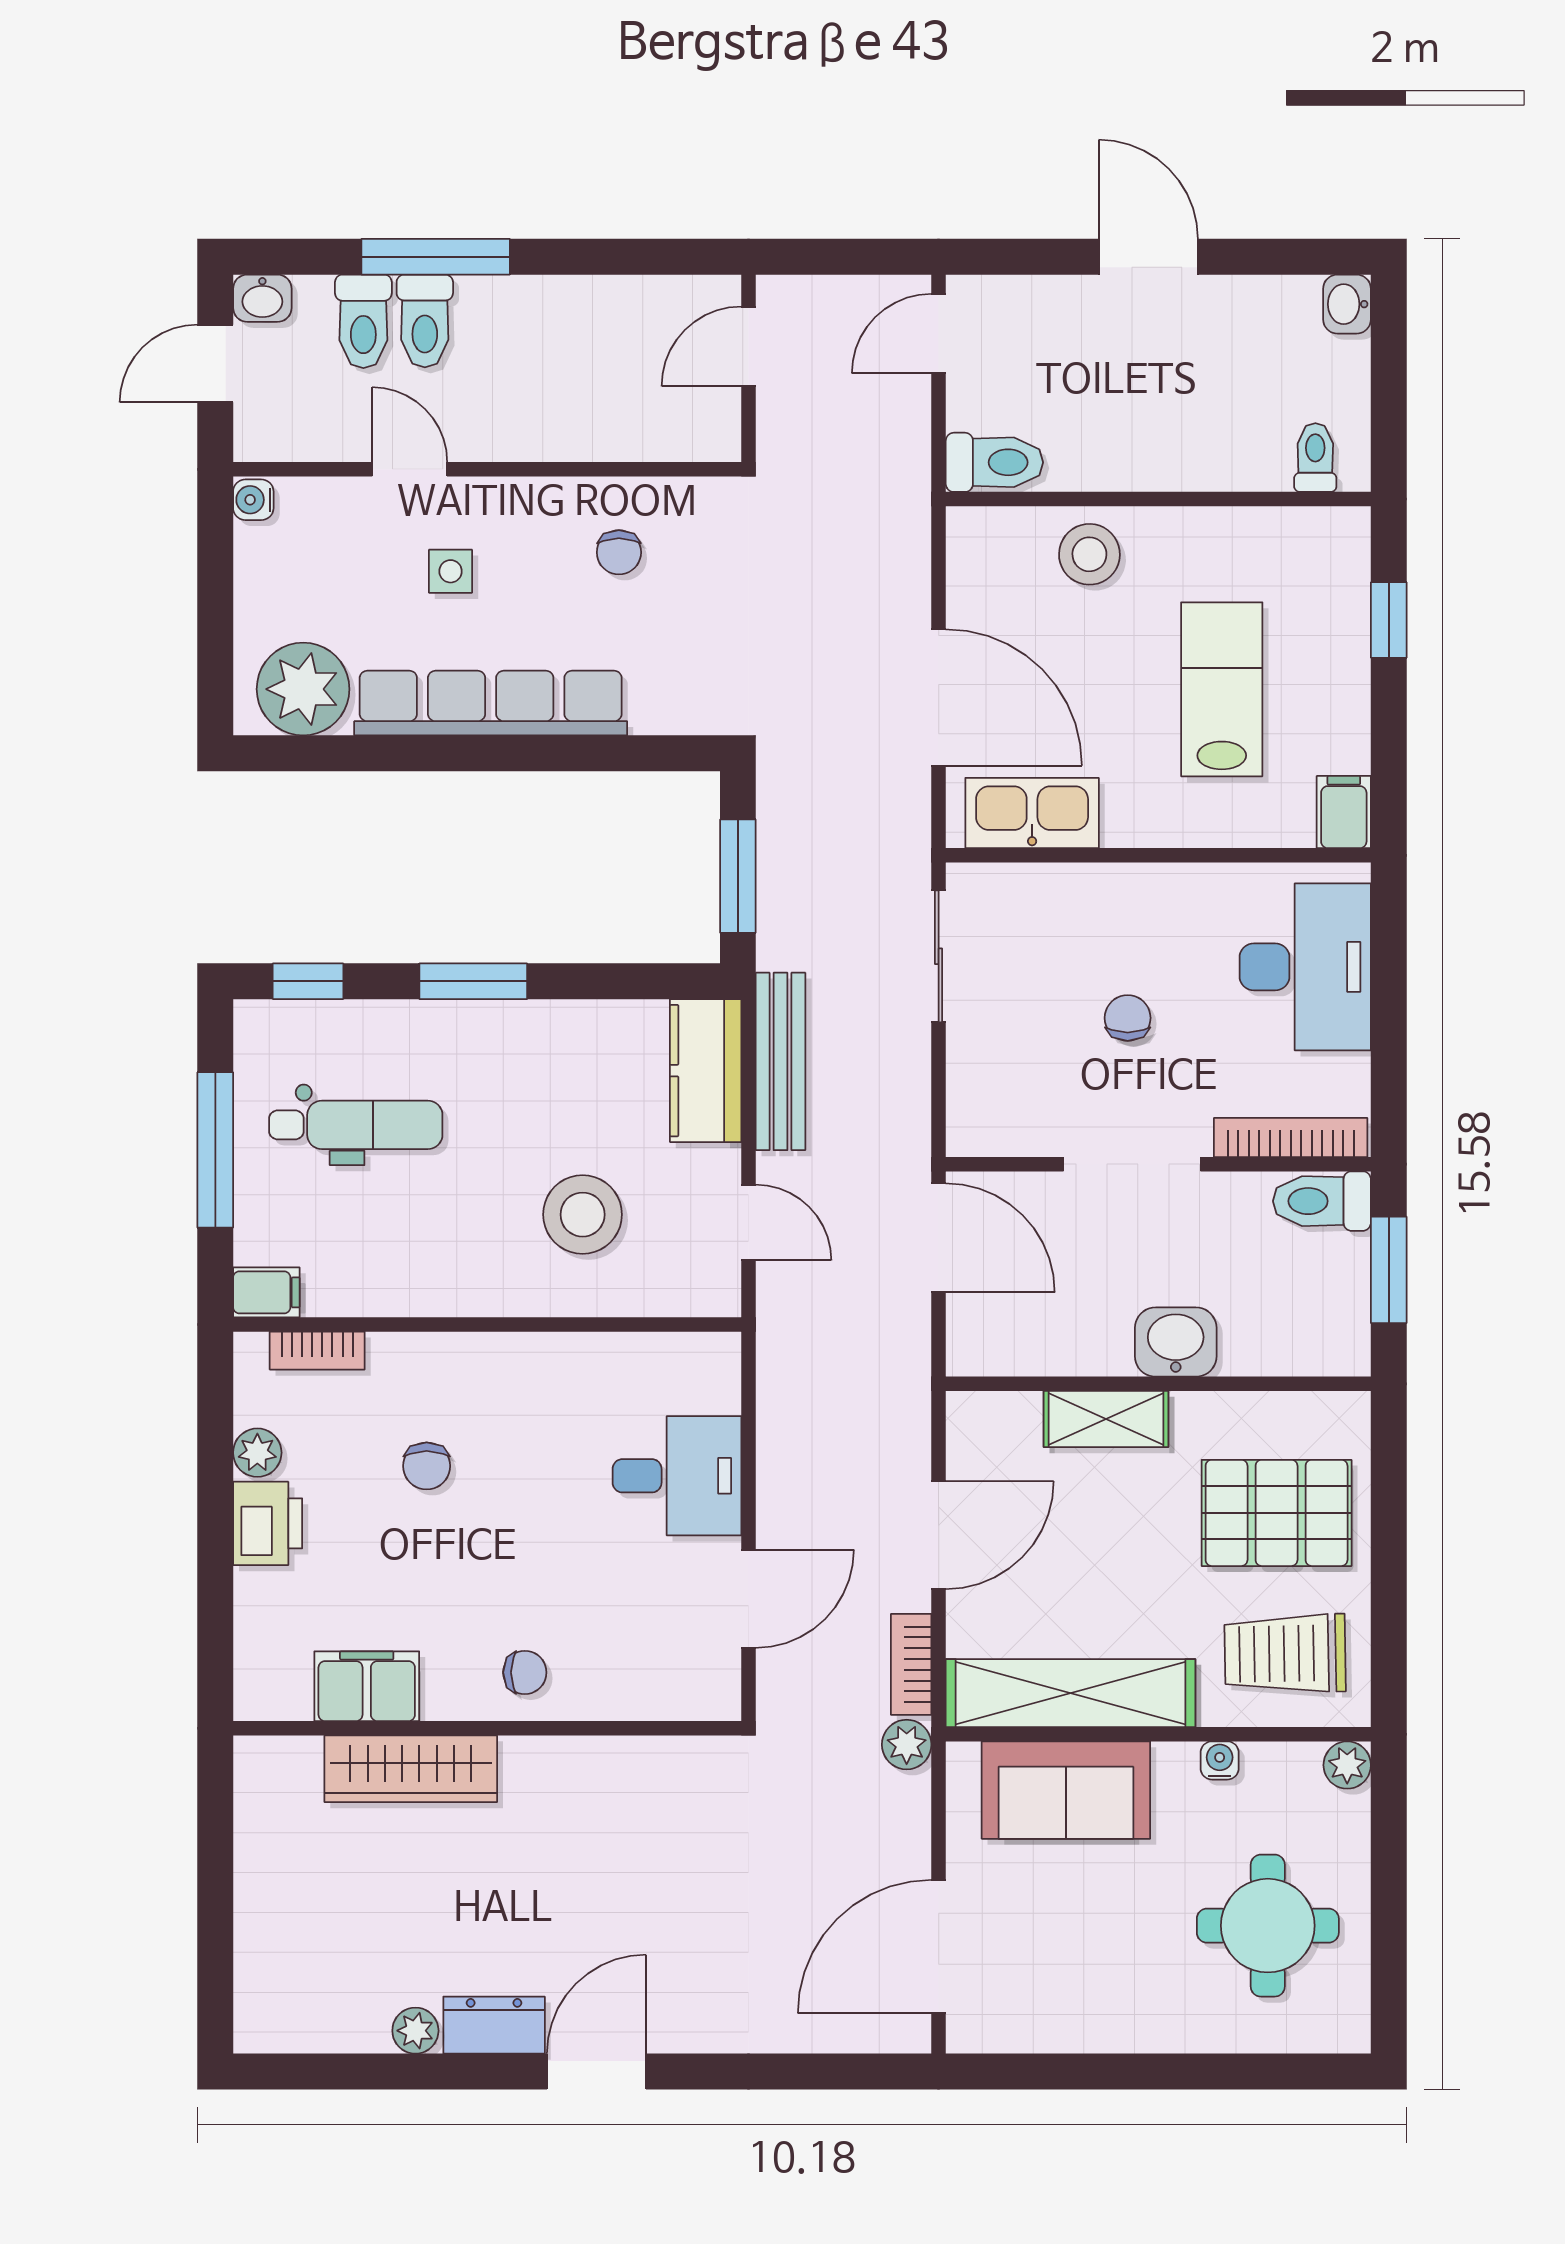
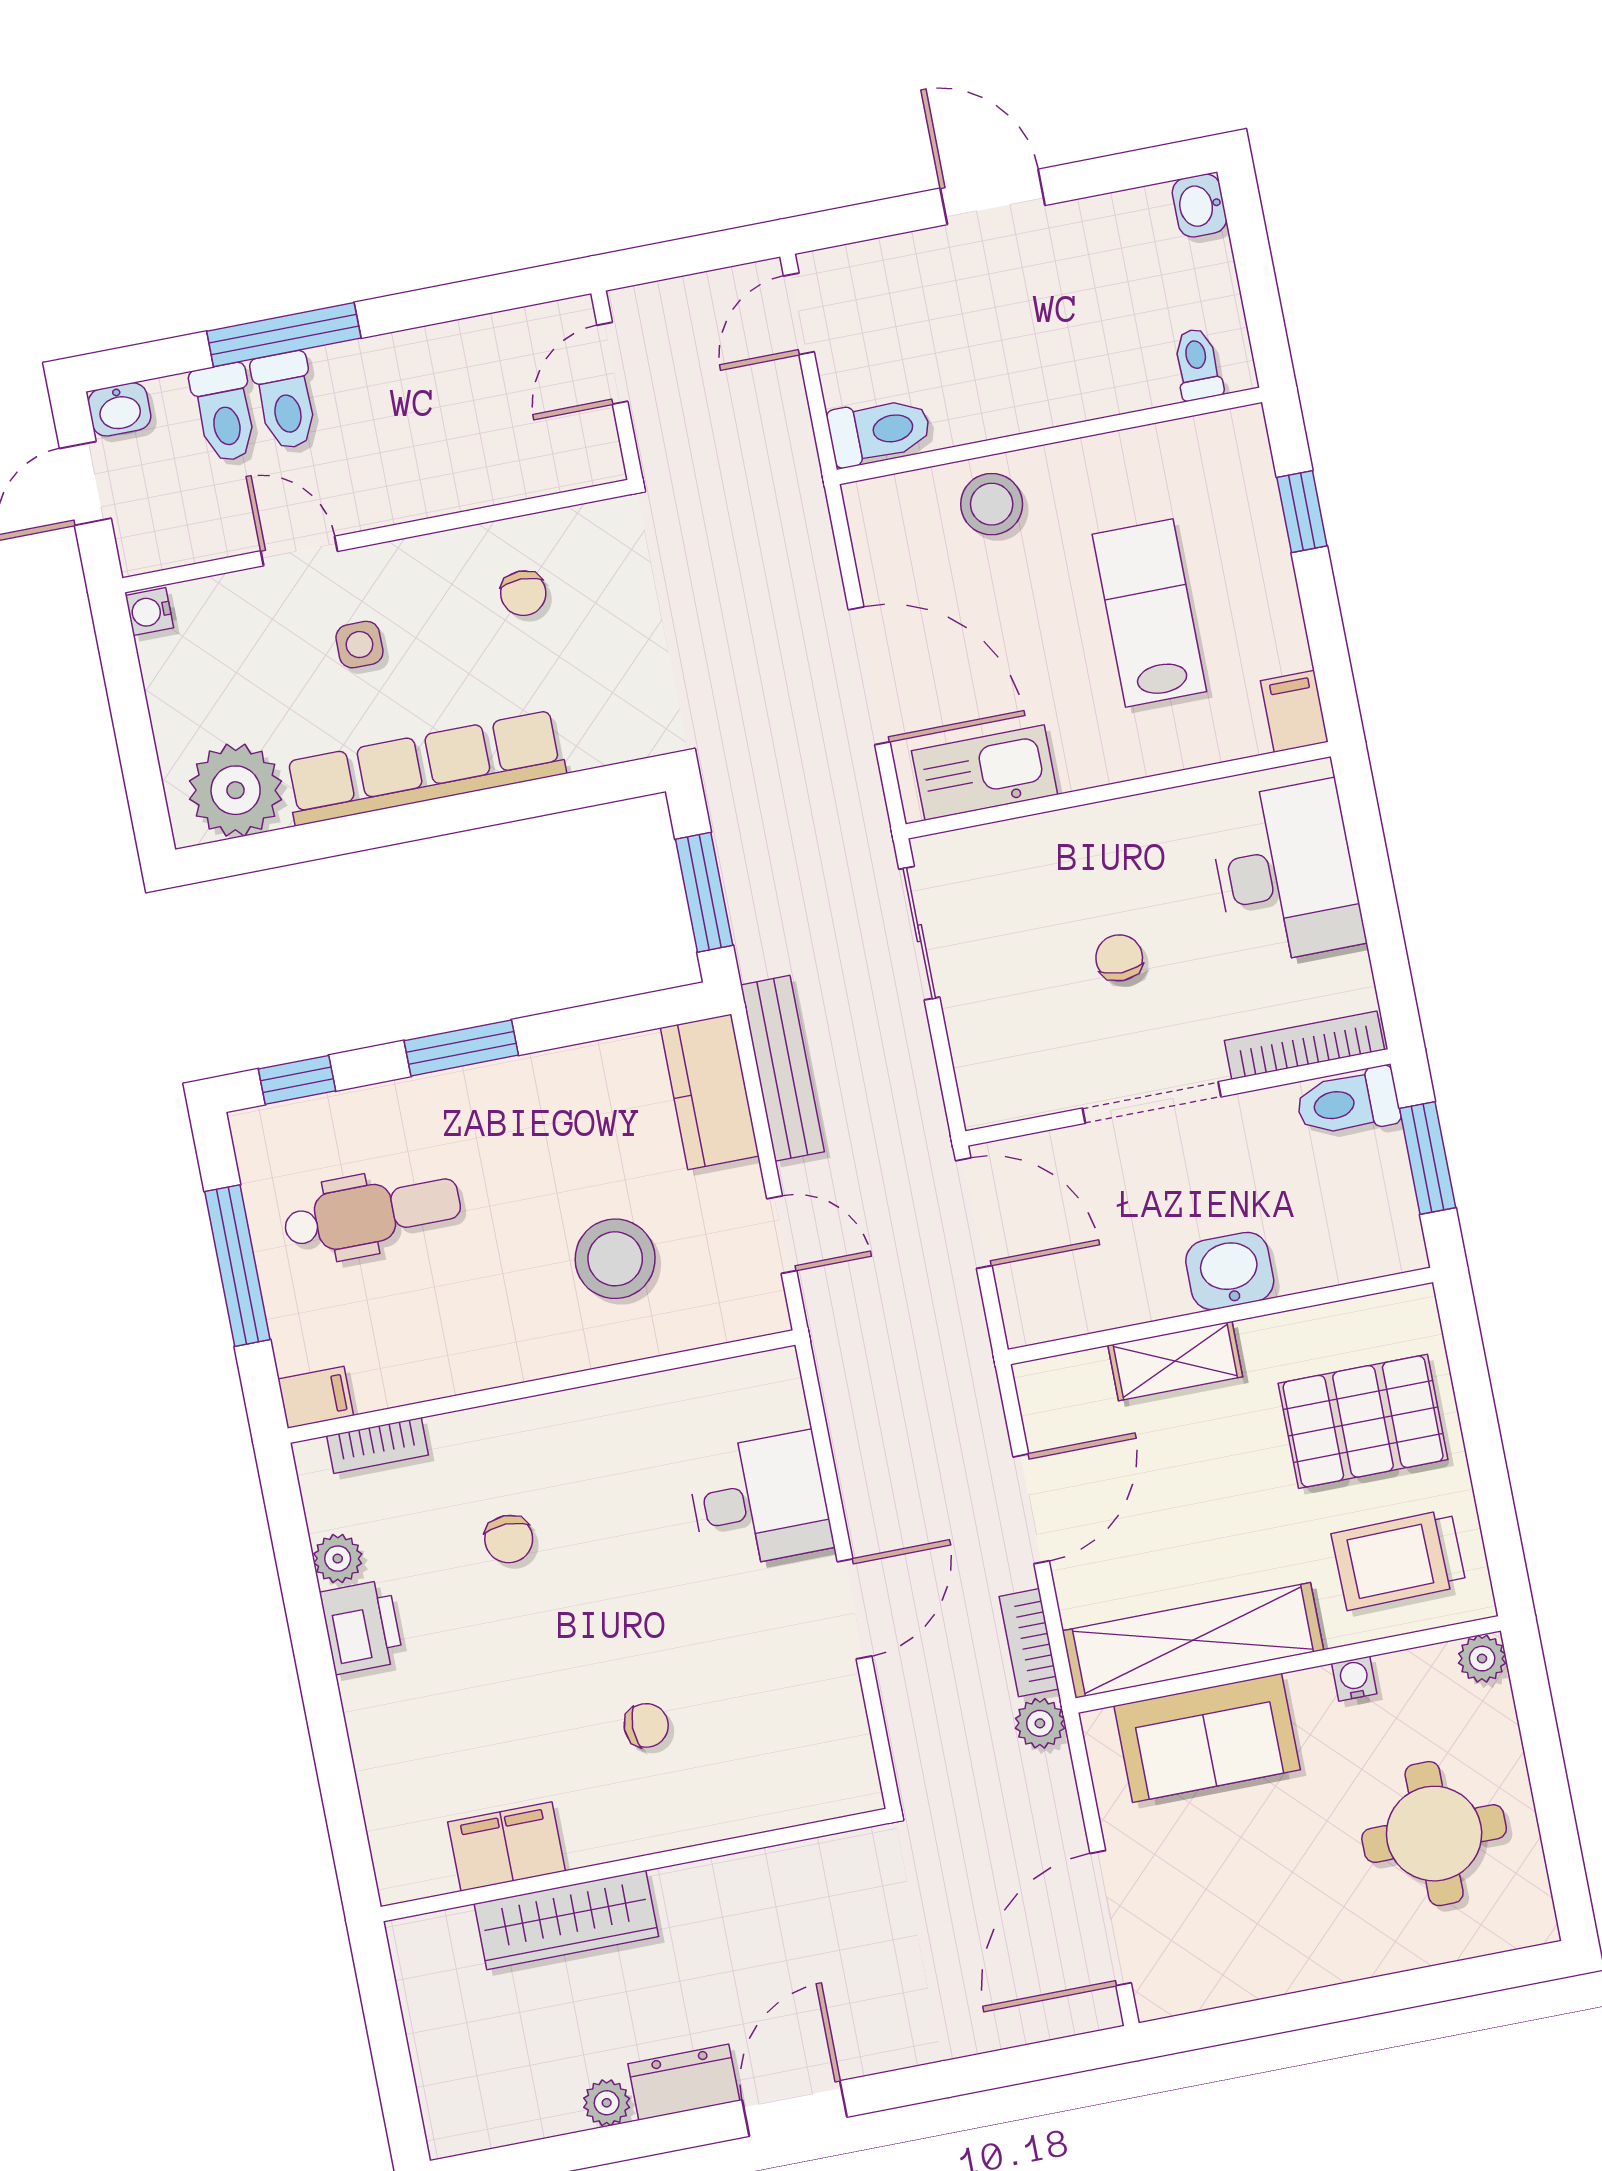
filing cabinet: (367, 1686) -> (507, 1846), moved
wall: (487, 1728) -> (635, 1865), moved
wardrobe: (411, 1769) -> (566, 1920), moved

